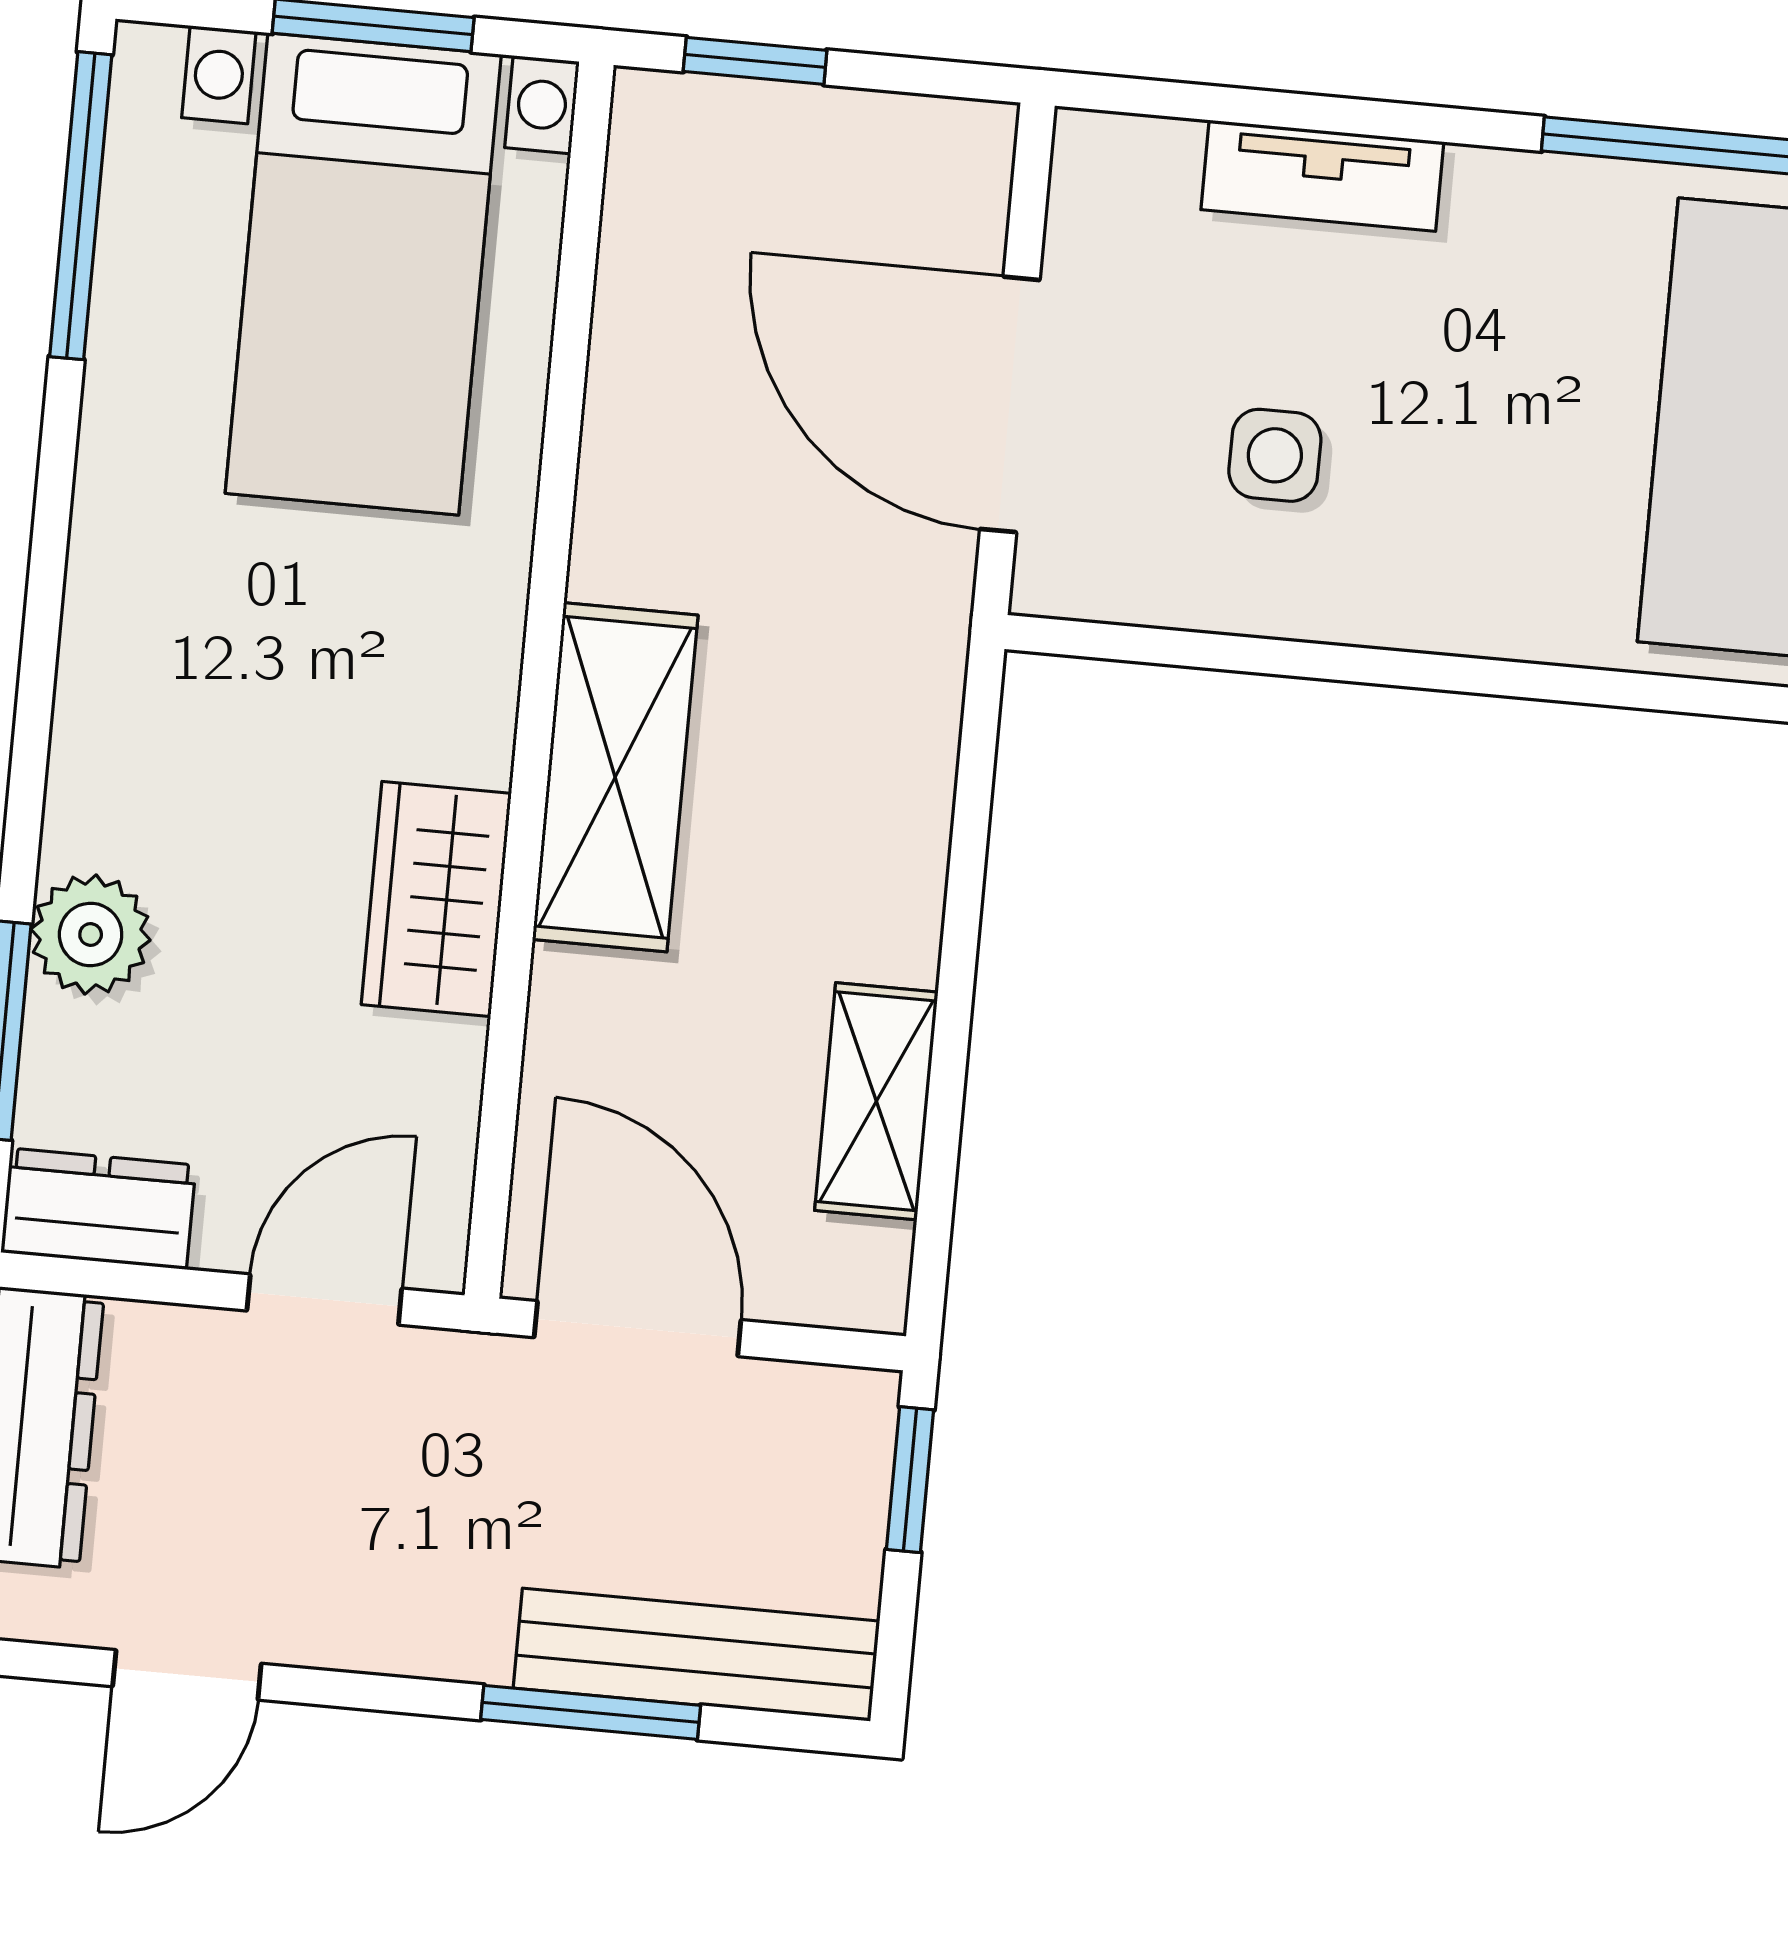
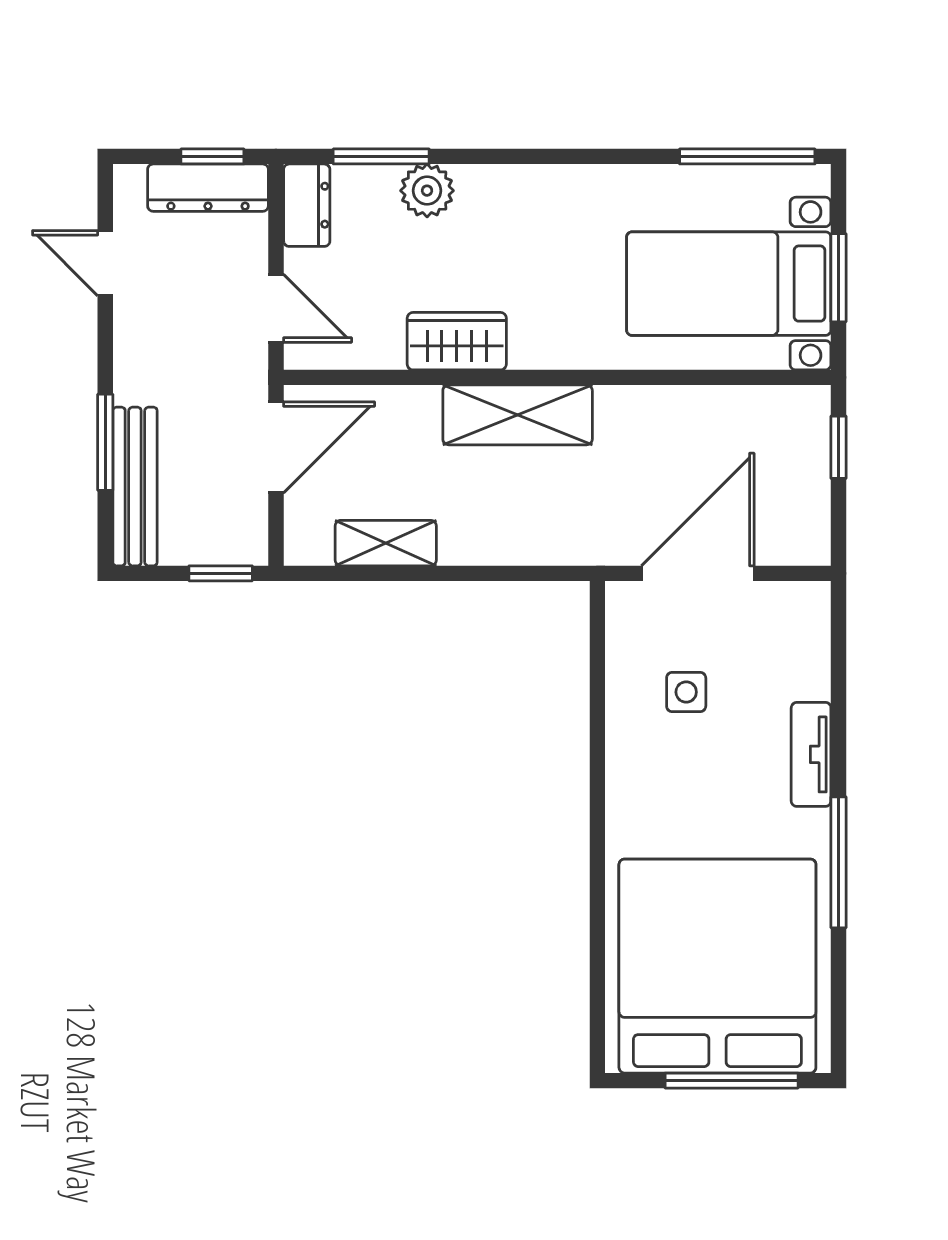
tv unit: (1322, 176) -> (811, 754), moved

